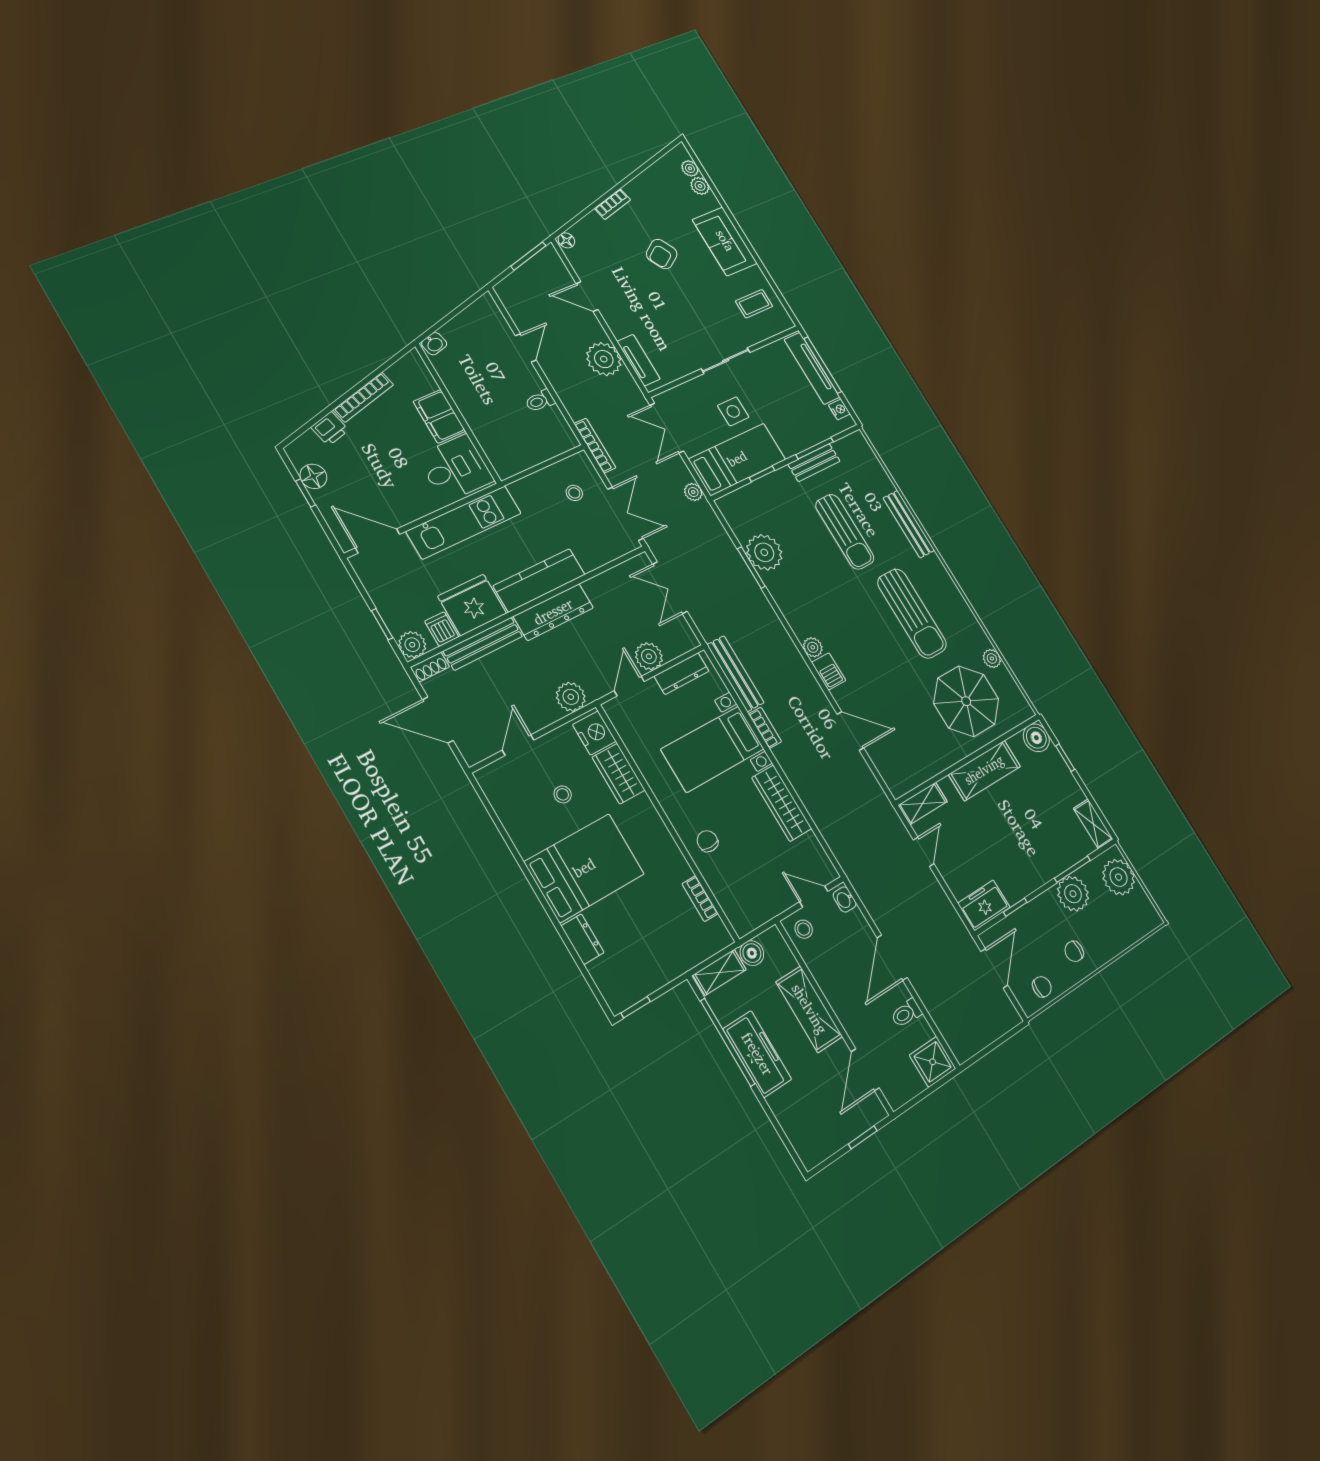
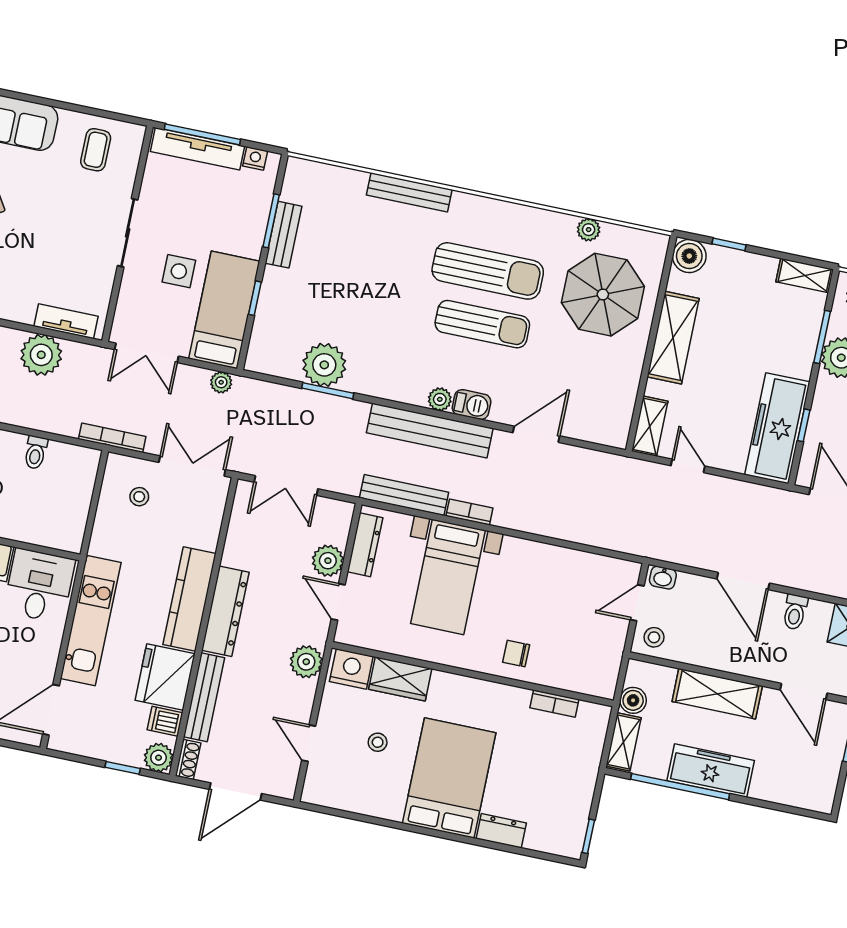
sun lounger: (845, 532) -> (482, 324), moved
bench: (789, 657) -> (430, 431), added
wardrobe: (782, 803) -> (541, 558), removed
freezer: (984, 905) -> (777, 428), width x1.91, depth x1.26

